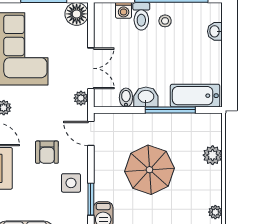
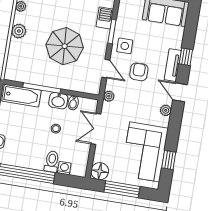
stool: (165, 21) -> (56, 129), moved
plant: (81, 98) -> (109, 96), moved
door: (91, 133) -> (106, 69), moved
plant: (213, 155) -> (19, 31), moved

